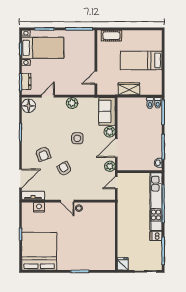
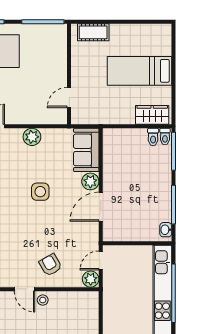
wardrobe: (129, 89) -> (152, 115), moved
plant: (110, 166) -> (91, 279), moved
armchair: (64, 169) -> (50, 265), moved

